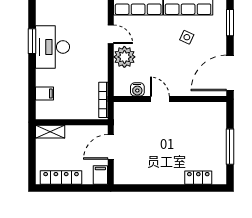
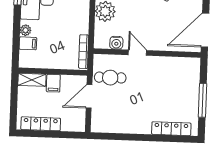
plant: (42, 80) -> (26, 30), added
cafe table: (132, 126) -> (110, 78), added
filing cabinet: (100, 175) -> (53, 83), moved, turned 180
locker: (198, 178) -> (171, 129), width x1.53

